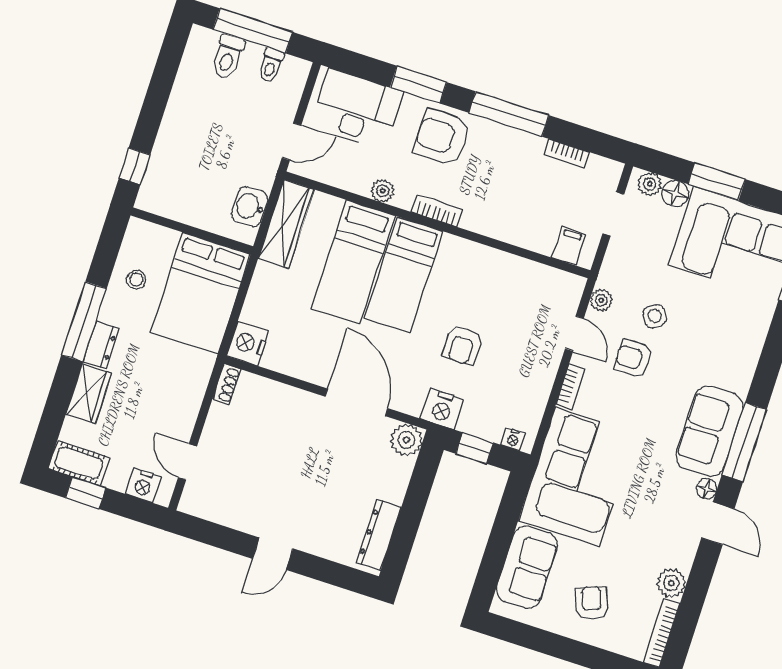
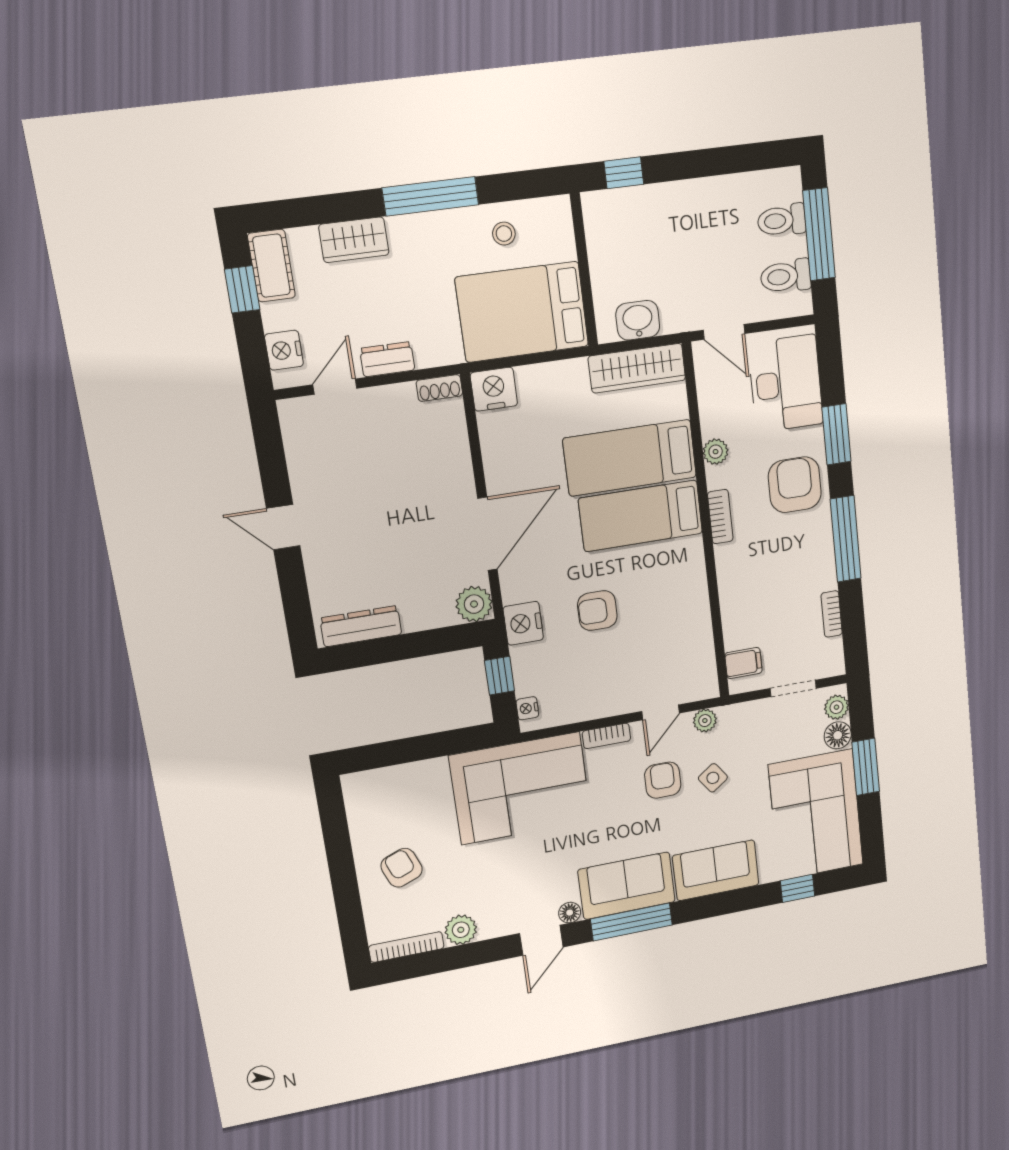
toilet: (271, 65) -> (786, 276), width x1.37, depth x1.39
dresser: (101, 345) -> (387, 359), moved, turned 180
sofa: (527, 567) -> (716, 870), moved, turned 180
armchair: (592, 603) -> (402, 868), turned -90

